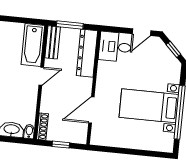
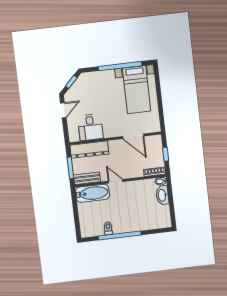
door: (141, 32) -> (63, 110), hinge flipped
desk: (115, 47) -> (90, 127), moved
bed with nightstands: (149, 106) -> (137, 90), moved

